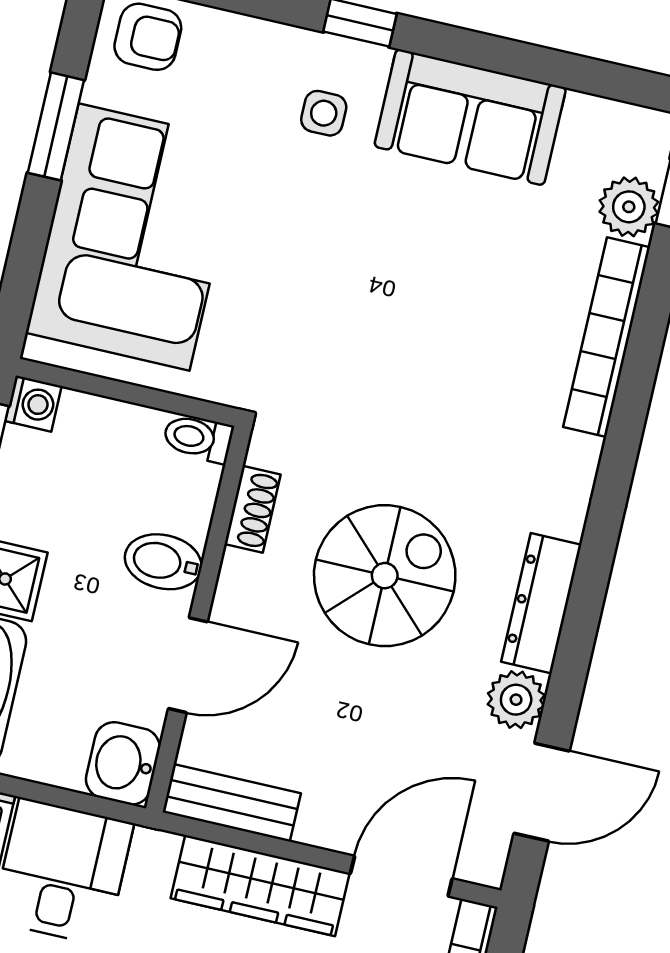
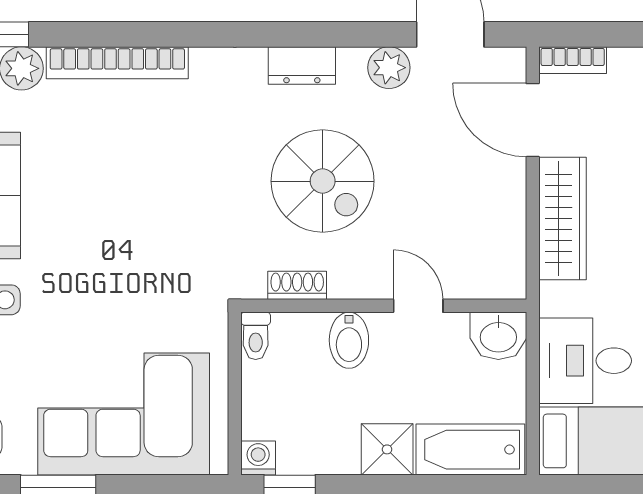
spiral stairs: (385, 576) -> (323, 181), turned 180
dresser: (541, 603) -> (302, 66), width x0.70
door: (188, 665) -> (418, 306), width x0.73
bench: (232, 803) -> (508, 252), removed

